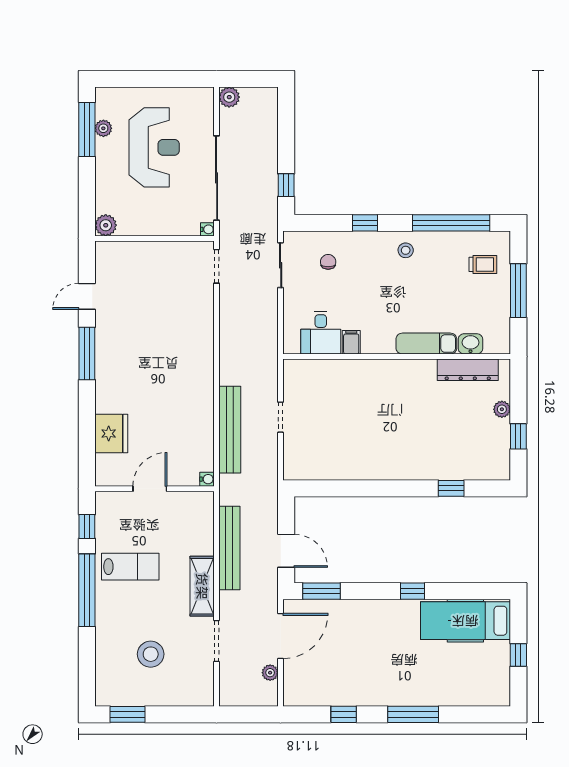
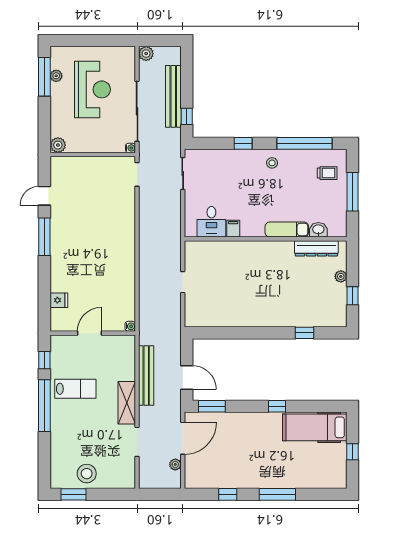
chair: (328, 262) -> (217, 171), removed
bench: (230, 430) -> (173, 96), moved
fridge: (111, 434) -> (59, 300), width x0.53, depth x0.75
stool: (151, 654) -> (87, 474), moved

